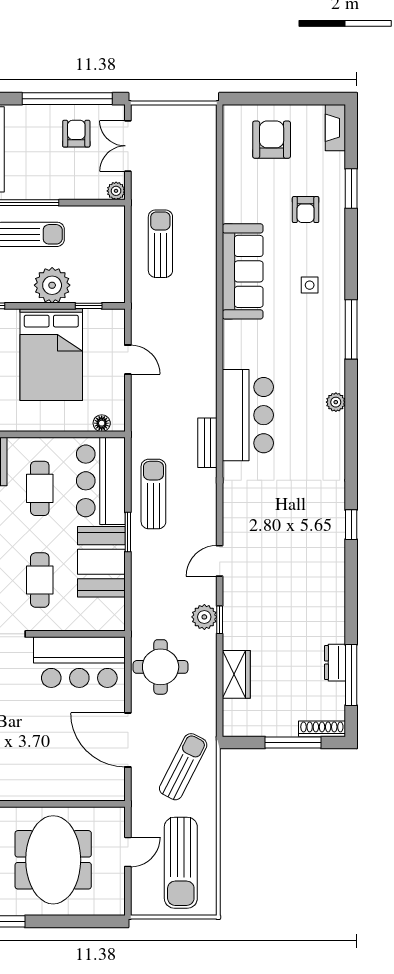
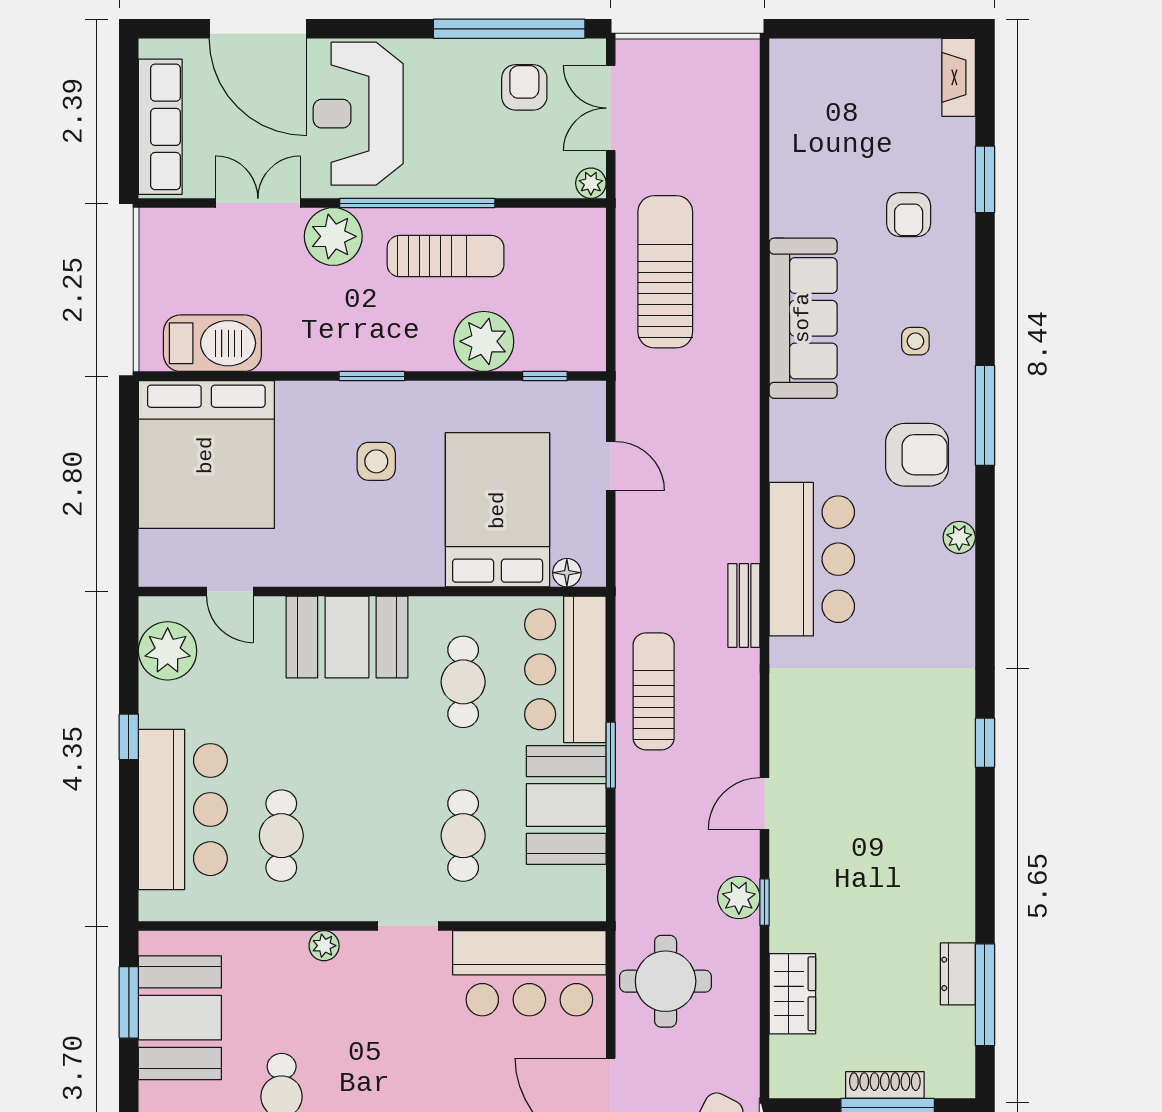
armchair: (272, 140) -> (917, 455), moved, turned 90
sun lounger: (160, 244) -> (665, 272), width x1.36, depth x1.34
bed: (51, 355) -> (498, 510), moved, turned 180
shoe rack: (322, 729) -> (885, 1085), moved

